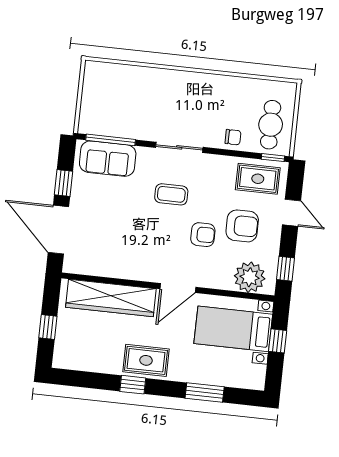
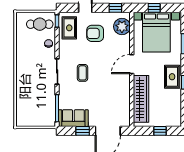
sofa: (108, 159) -> (73, 118), moved, turned -90
armchair: (242, 226) -> (95, 33), turned -90
armchair: (203, 235) -> (102, 54), removed
door: (178, 288) -> (132, 64), swing flipped
bed with nightstands: (233, 329) -> (156, 32), width x1.36

